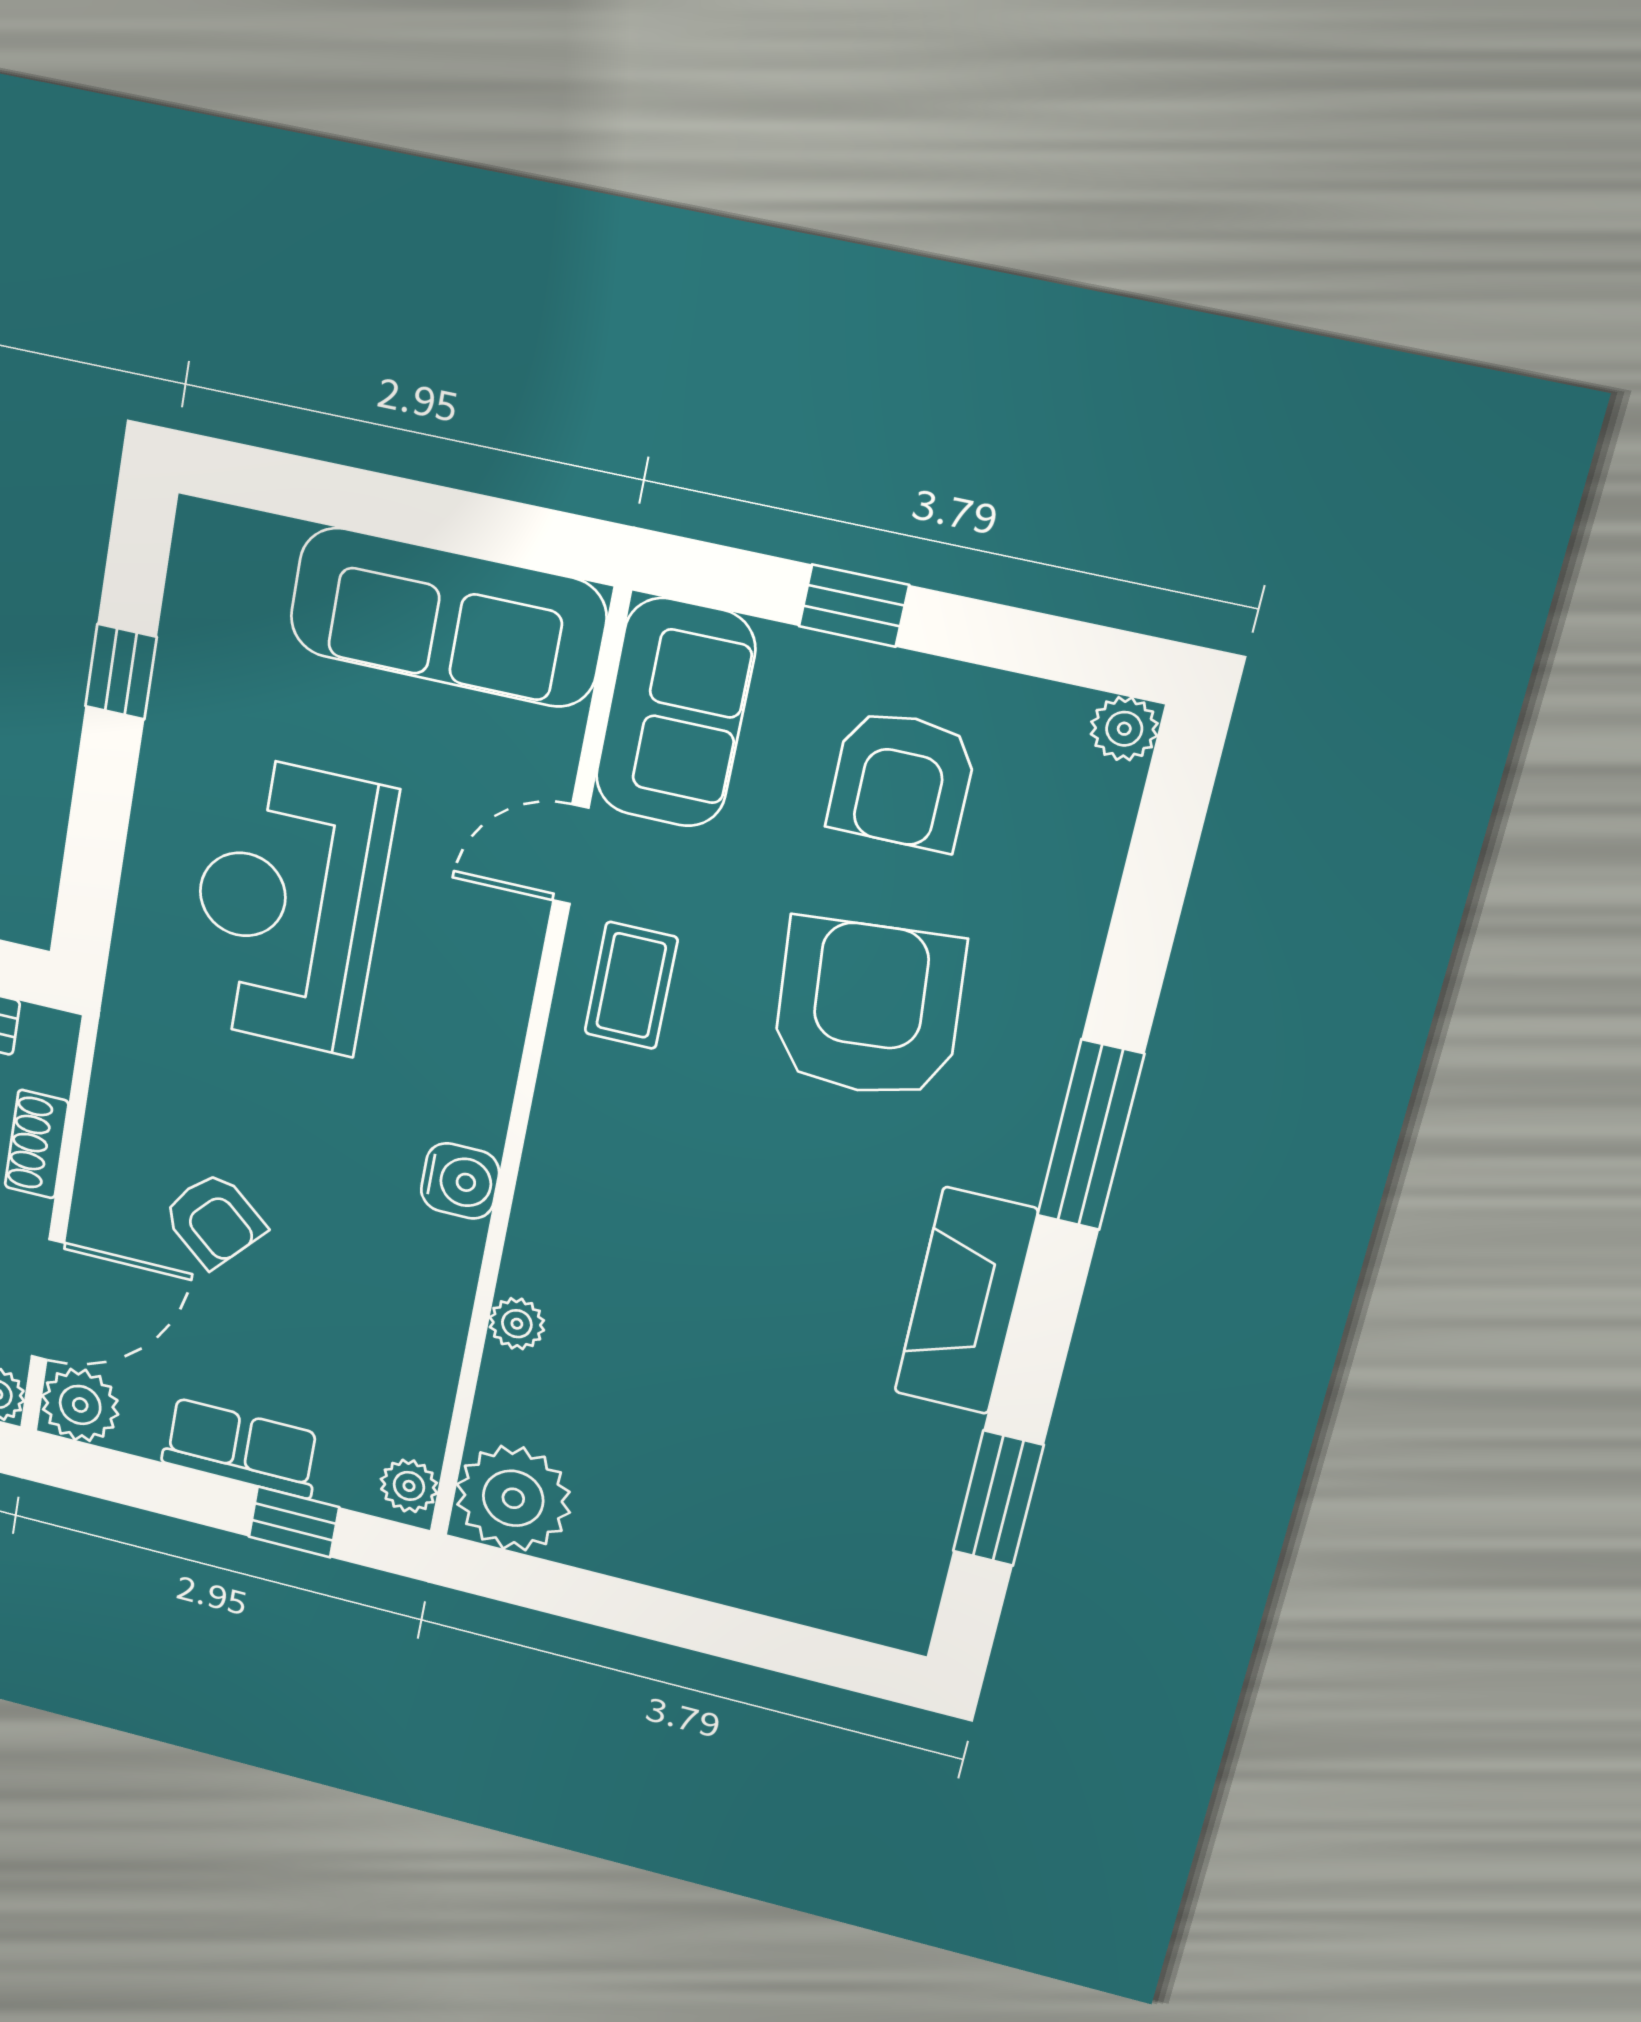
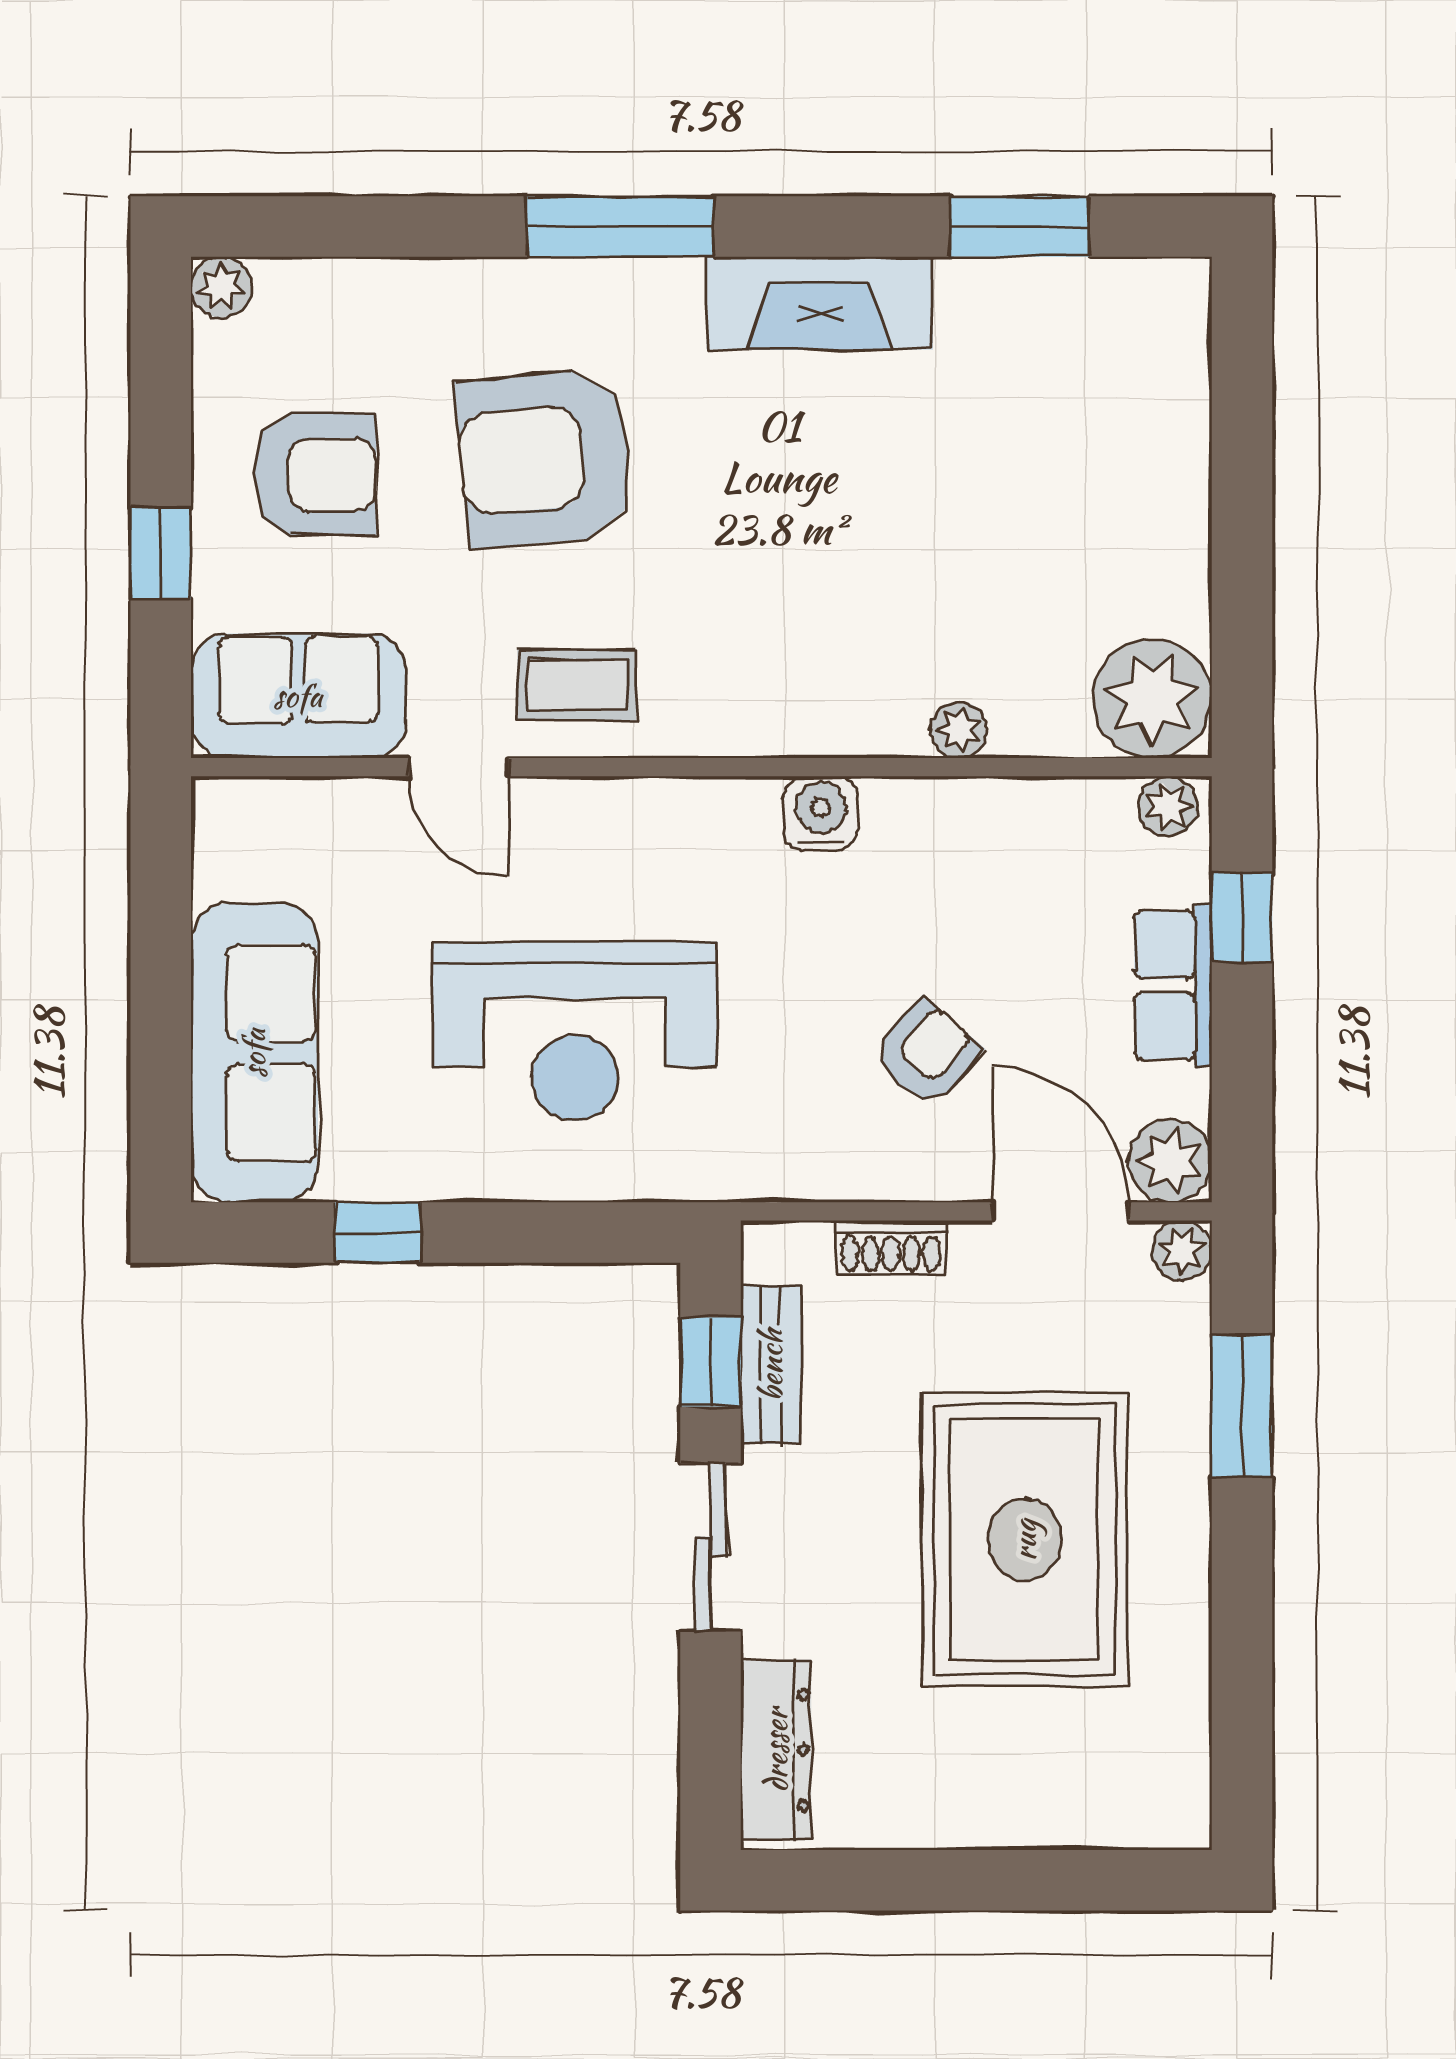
sofa: (448, 617) -> (254, 1053), moved

